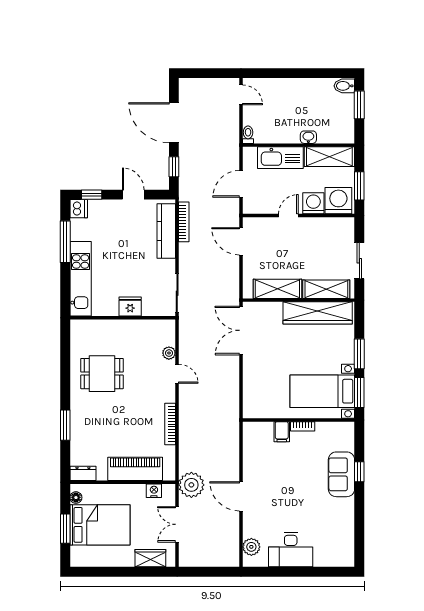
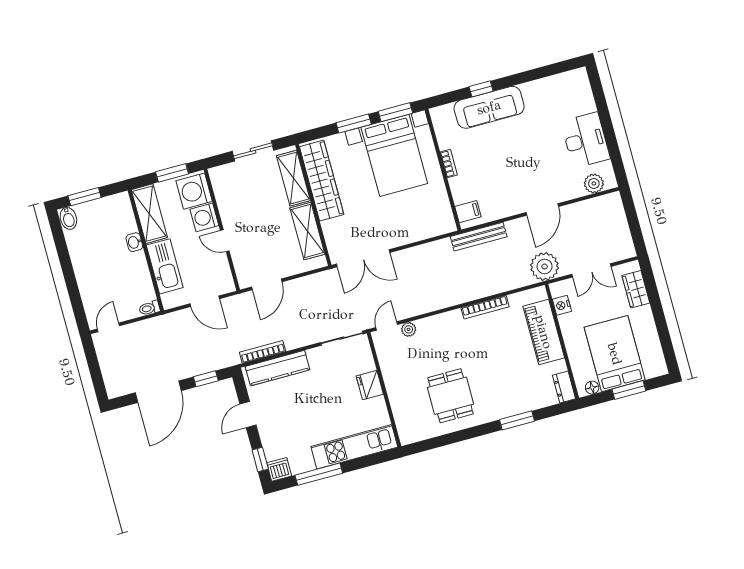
door: (177, 374) -> (387, 326), moved
bed with nightstands: (322, 391) -> (394, 155), width x1.36
filing cabinet: (282, 432) -> (468, 212), moved
bench: (233, 435) -> (479, 237), added
sofa: (341, 474) -> (489, 107), width x1.36

